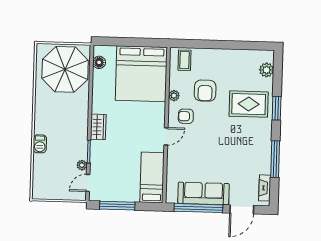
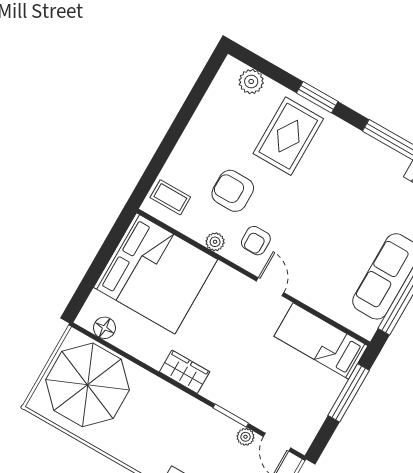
armchair: (205, 91) -> (233, 191), turned 180
wardrobe: (98, 127) -> (185, 372), moved
window: (117, 206) -> (349, 393), moved

